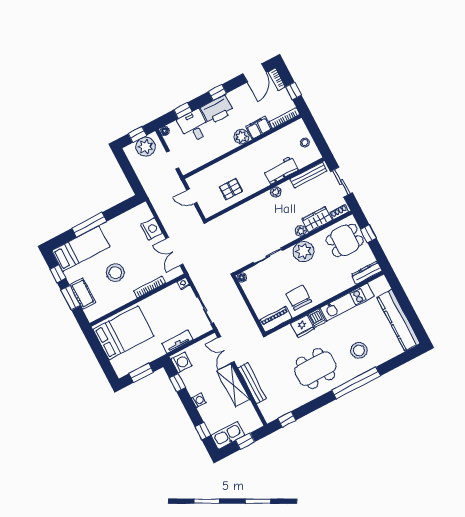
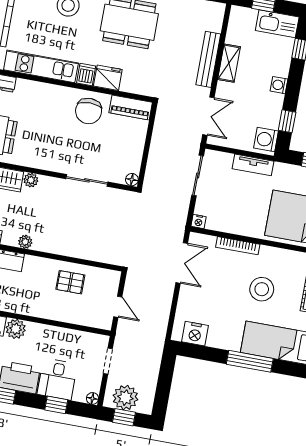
nightstand: (152, 229) -> (195, 334), moved, turned -90
plant: (303, 251) -> (45, 156), removed
shelving: (233, 385) -> (229, 63), width x0.67, depth x0.75

